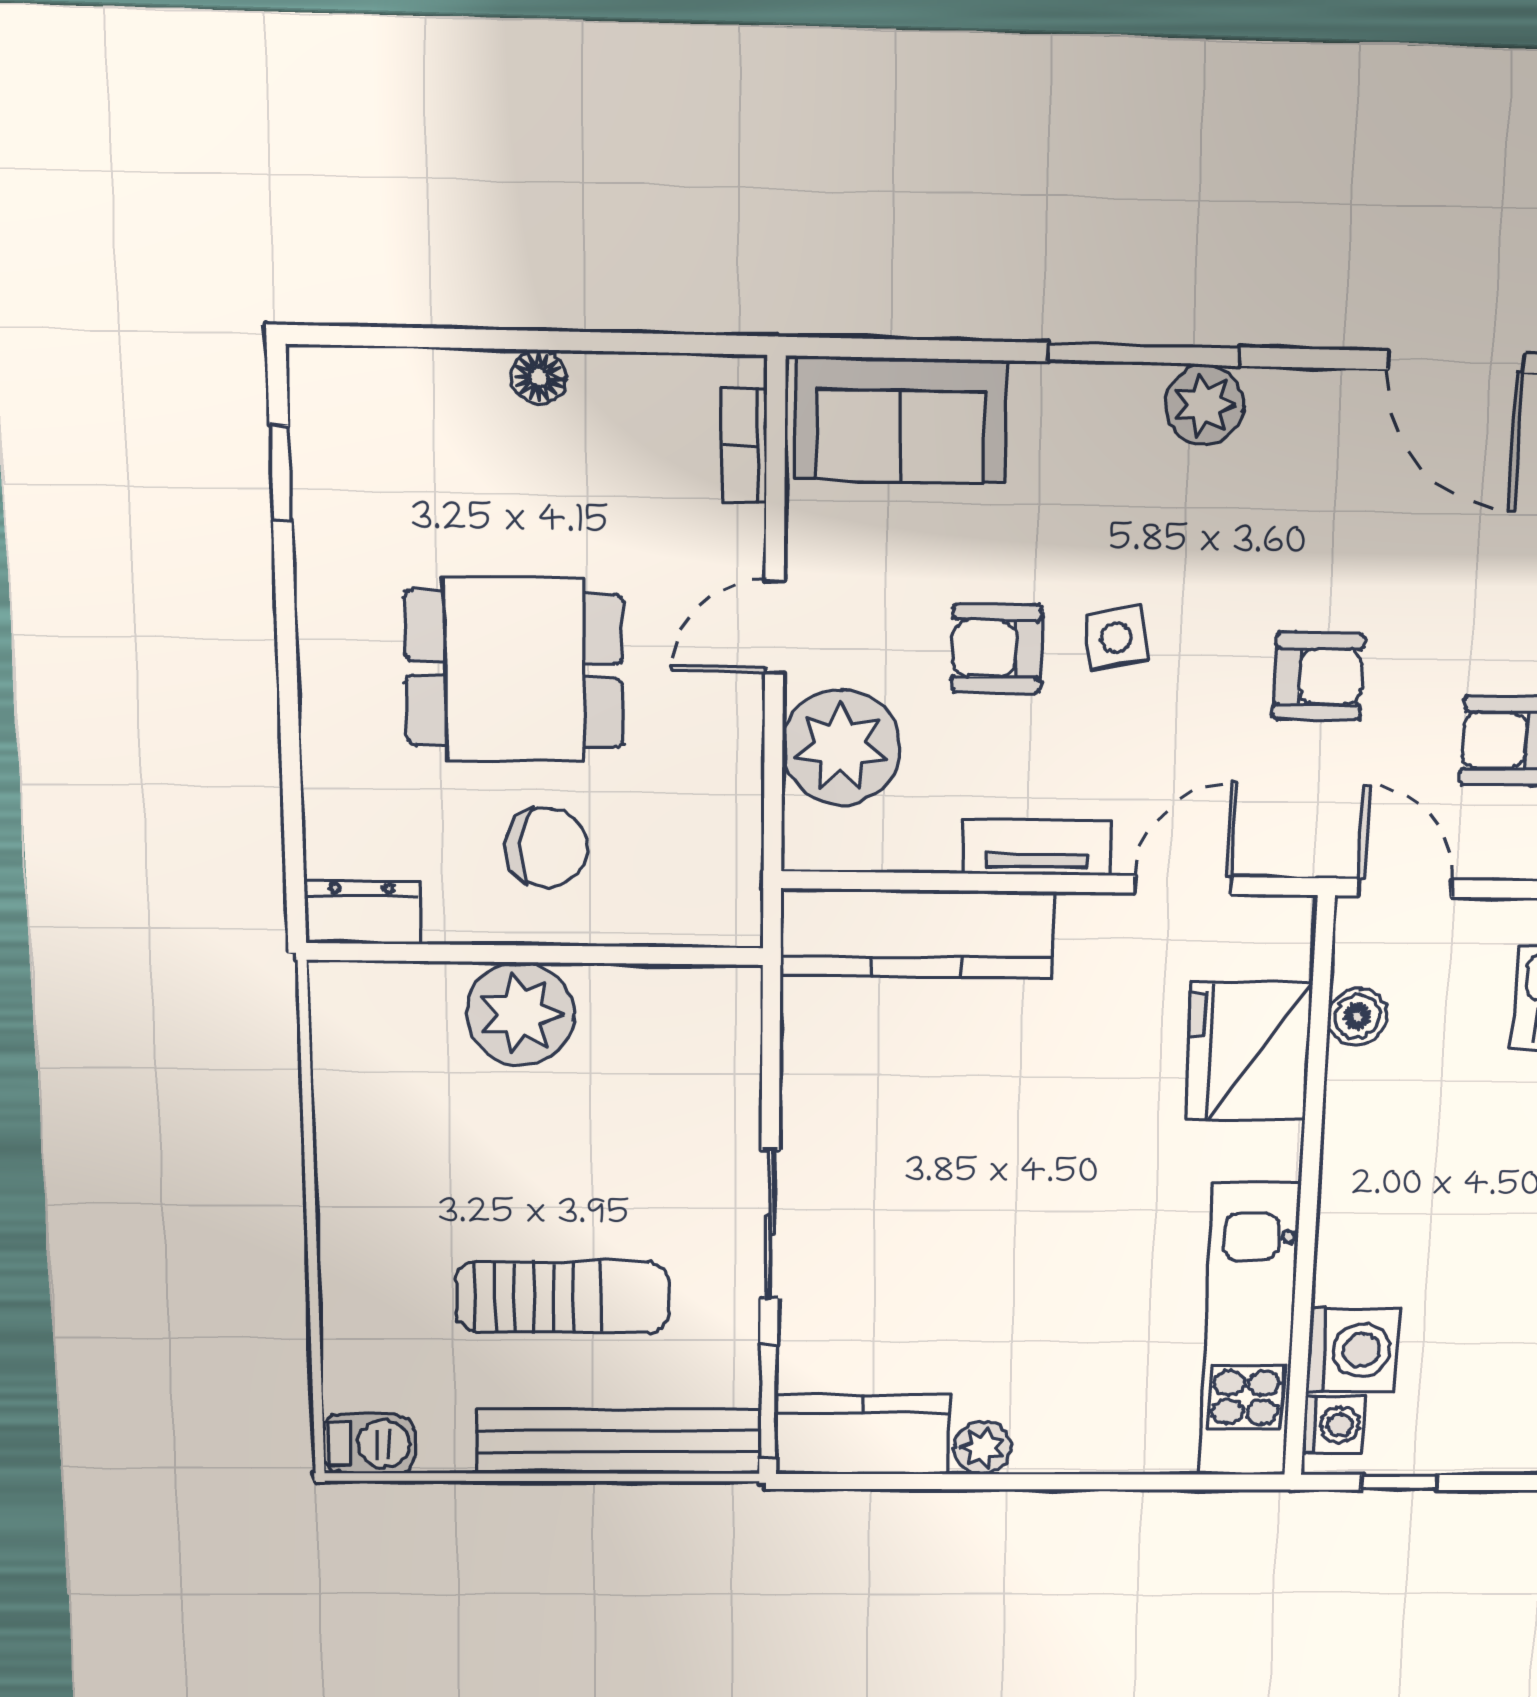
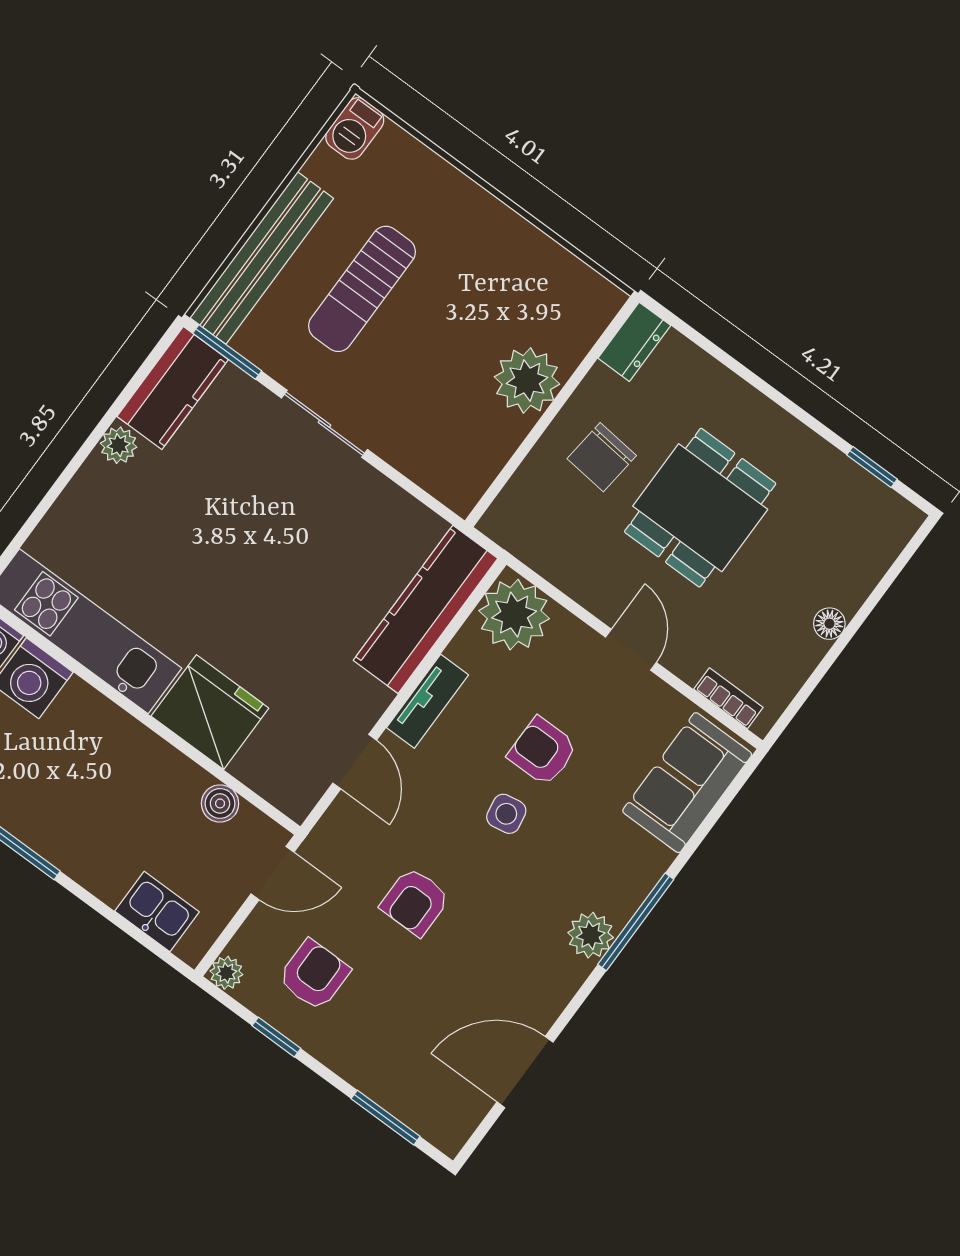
armchair: (997, 649) -> (543, 751), turned -90
plant: (841, 747) -> (514, 615), moved
fridge: (1249, 1051) -> (210, 712), moved

